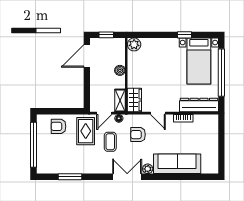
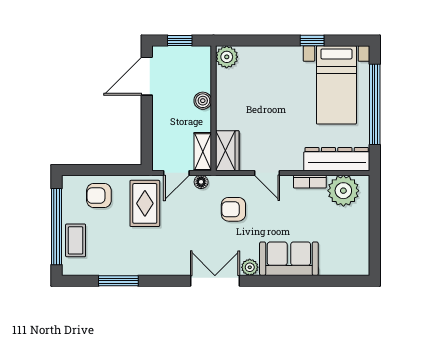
plant: (203, 124) -> (343, 191), added
coffee table: (110, 142) -> (76, 240), moved
sofa: (177, 164) -> (289, 259), width x0.73

